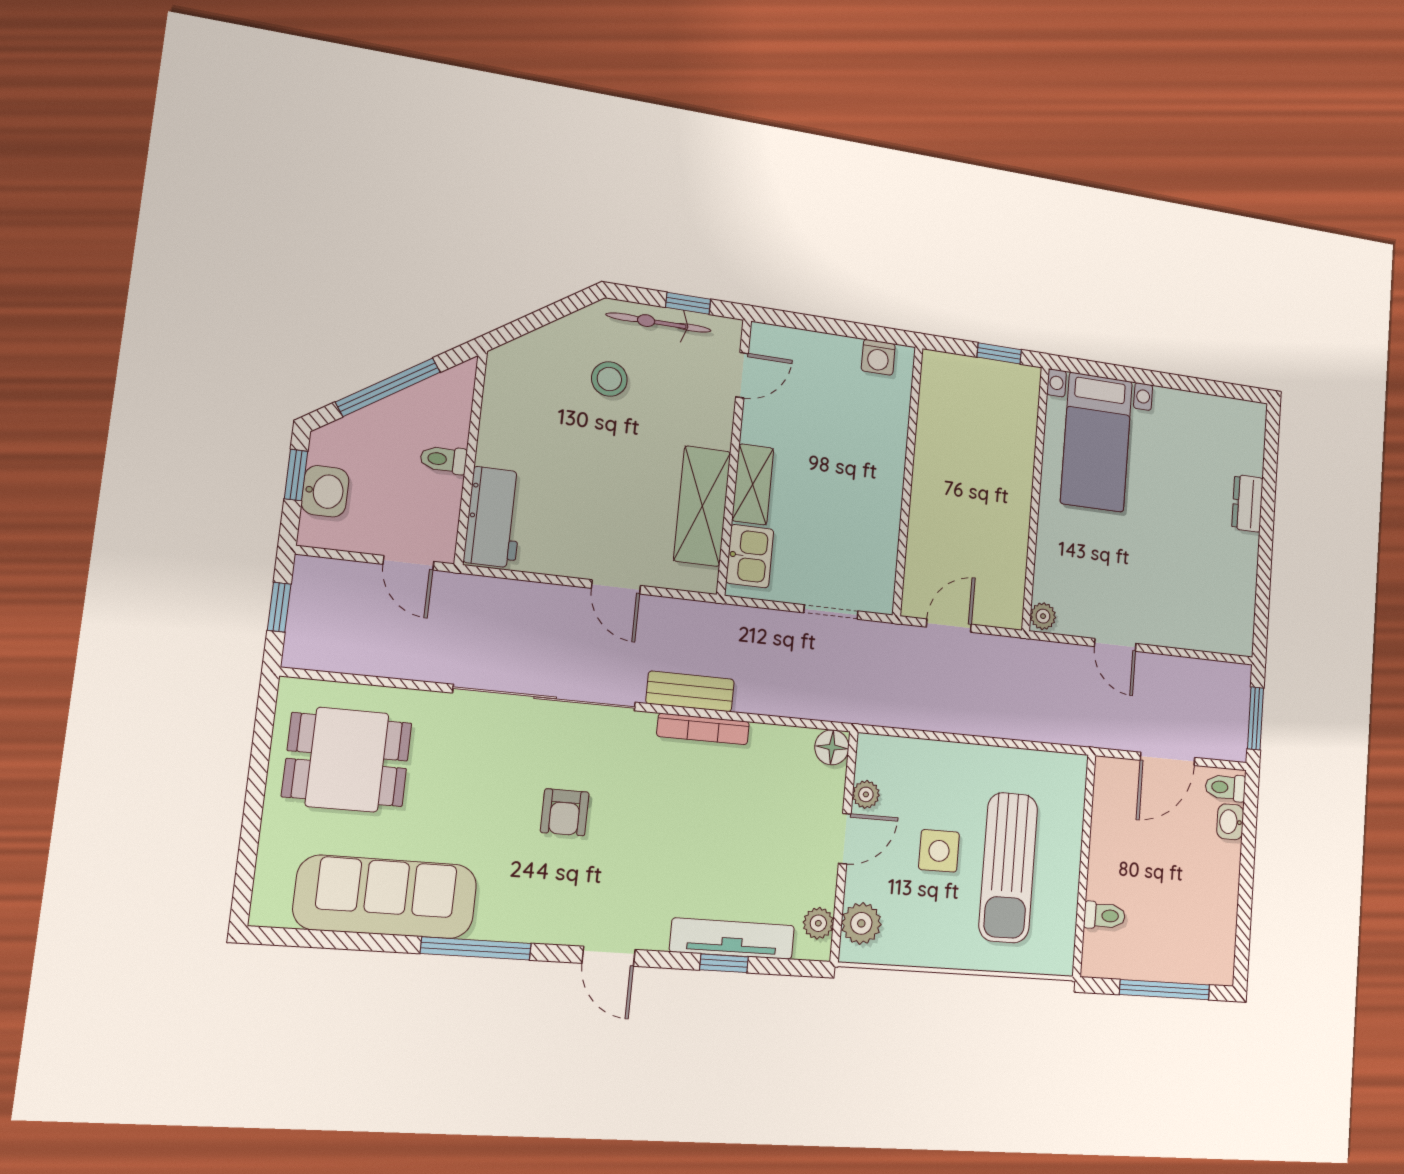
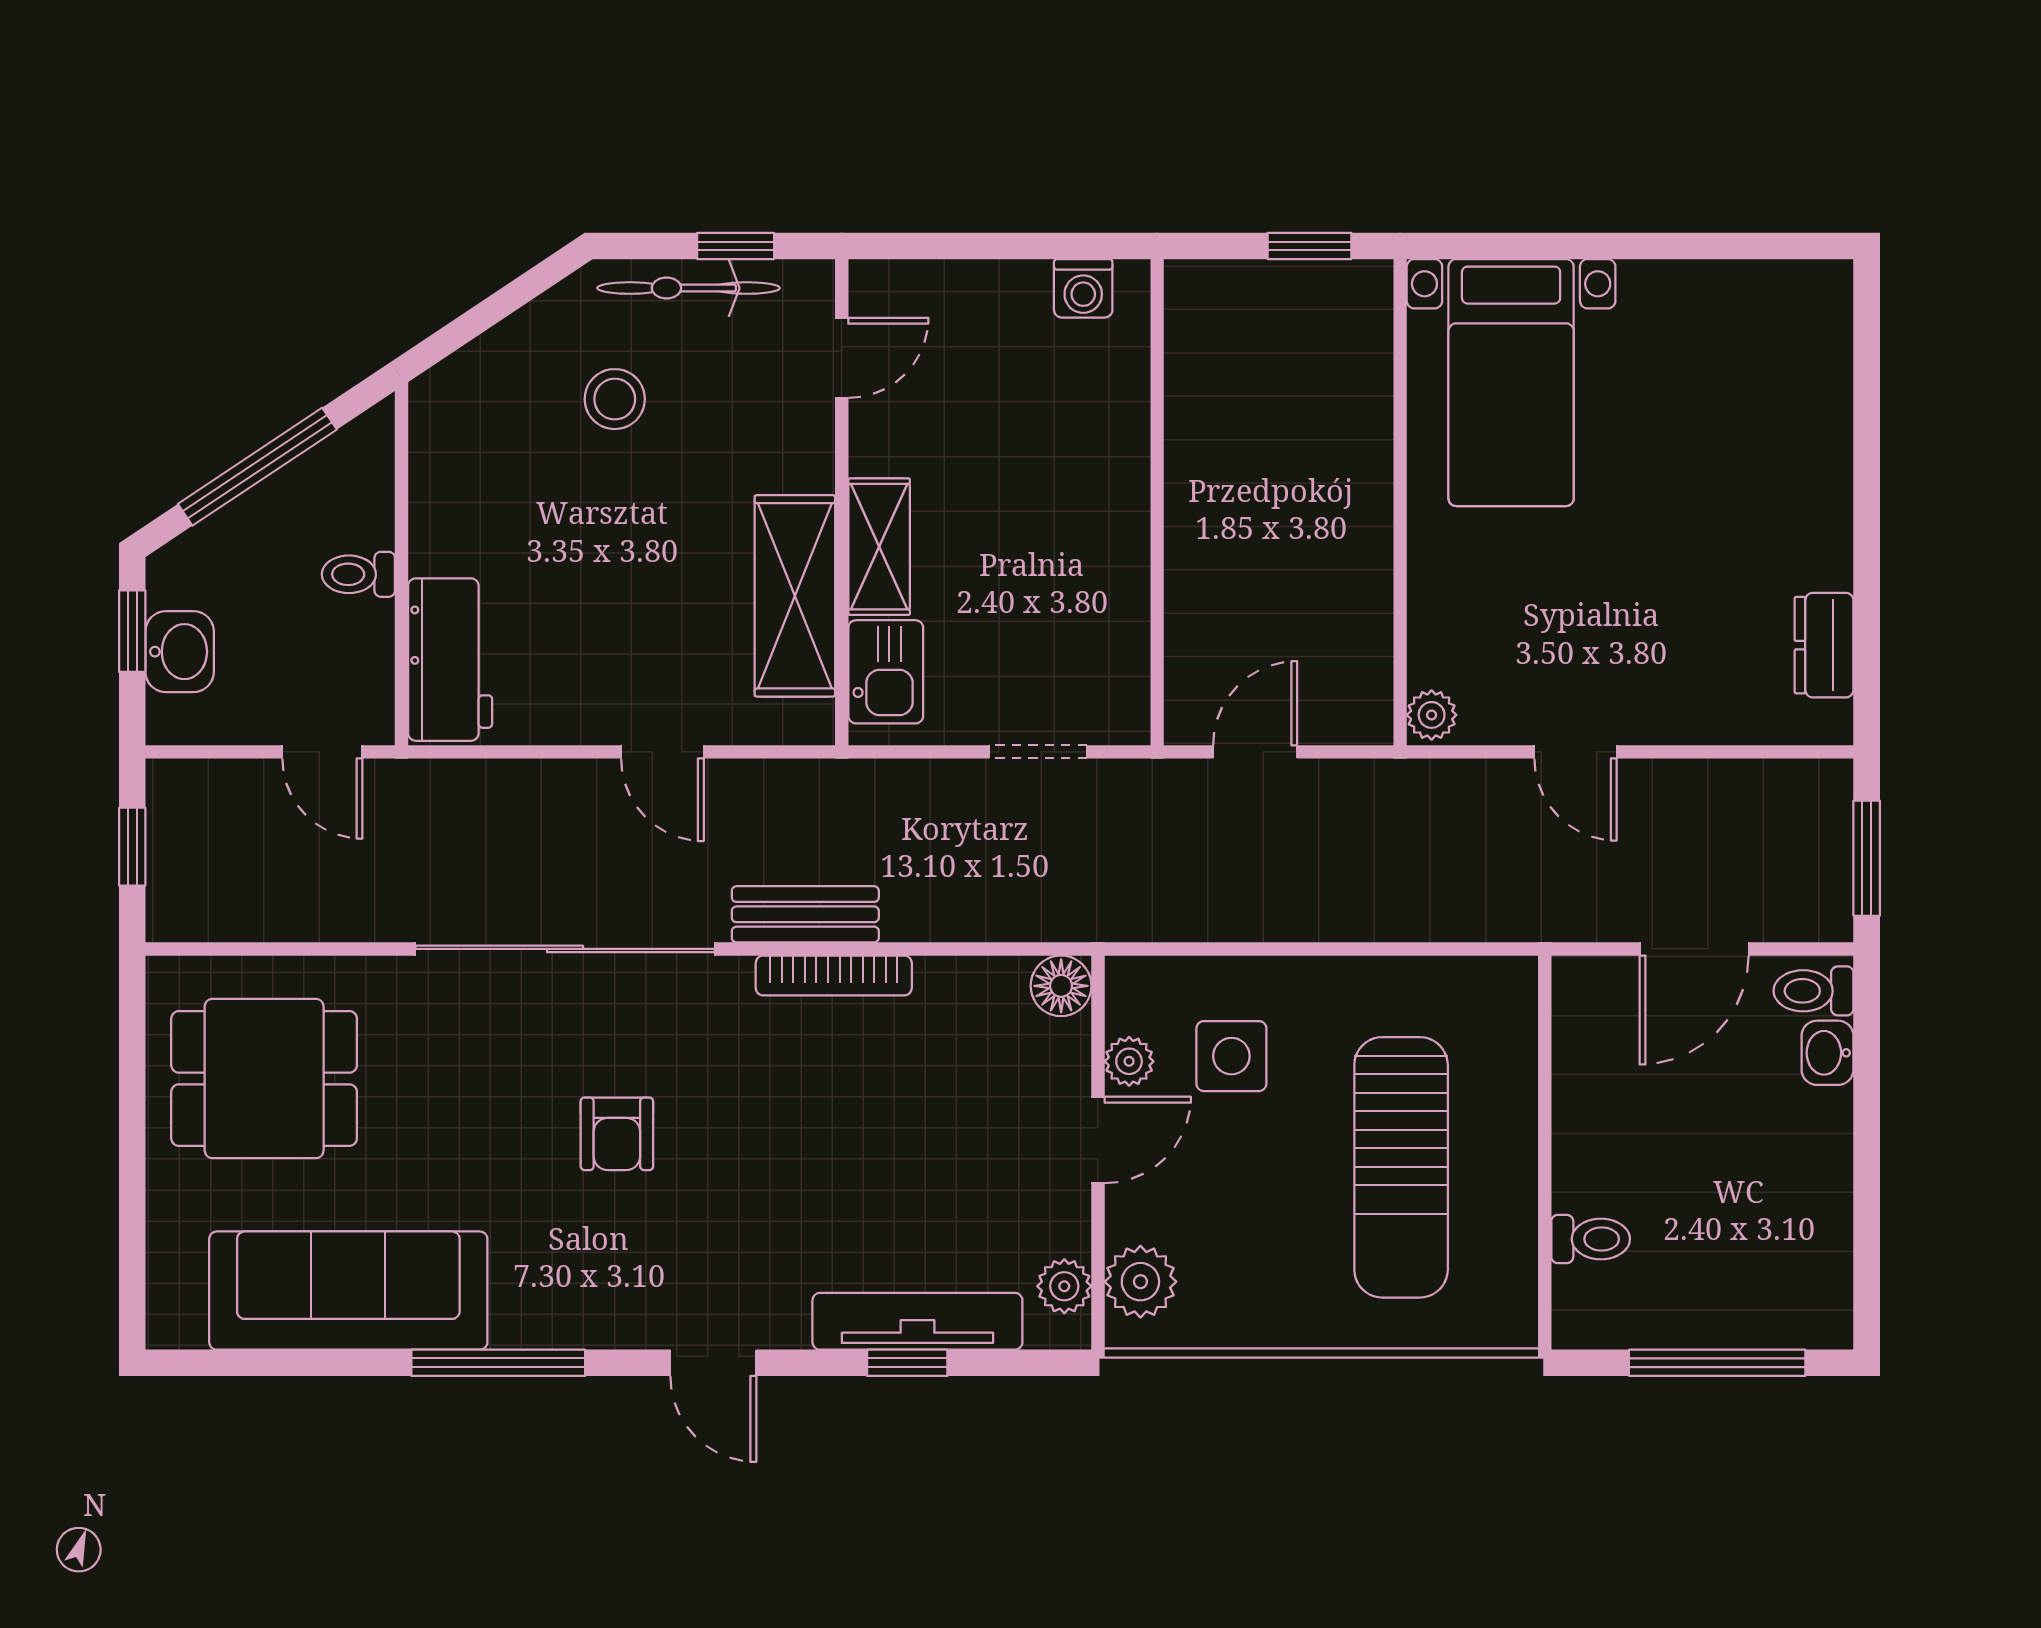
dresser: (1247, 503) -> (1824, 645), moved
side table: (939, 851) -> (1231, 1056), moved

